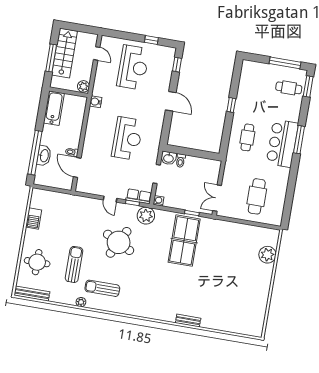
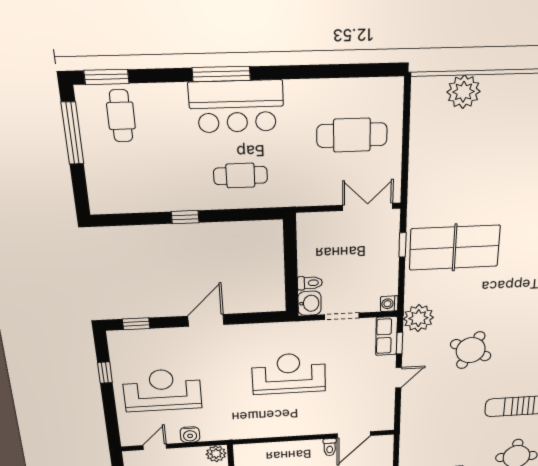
water cooler: (96, 102) -> (190, 435), moved
double door: (217, 198) -> (368, 207), swing flipped
round table: (119, 242) -> (471, 350), width x0.73, depth x0.73

